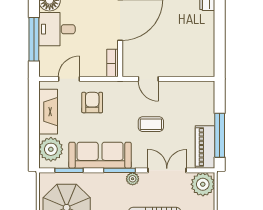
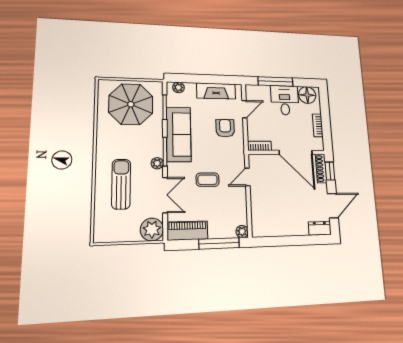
door: (69, 79) -> (244, 109), hinge flipped
plant: (208, 88) -> (242, 232), added
armchair: (92, 103) -> (225, 128), turned -90
coffee table: (151, 124) -> (208, 180), turned 90
window: (220, 135) -> (219, 243), moved
plant: (51, 149) -> (178, 87), width x0.53, depth x0.53

